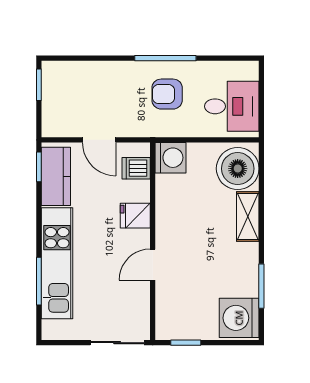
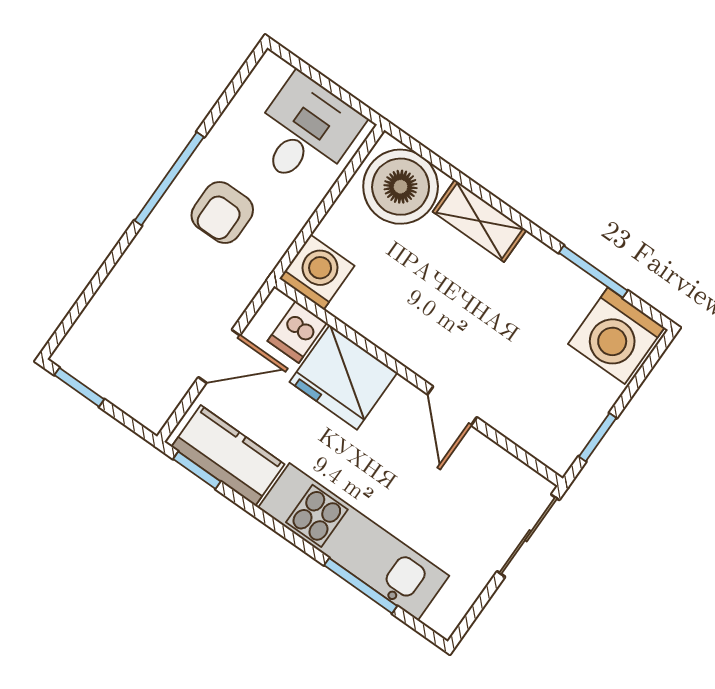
fridge: (135, 216) -> (343, 377), width x1.88, depth x1.34

